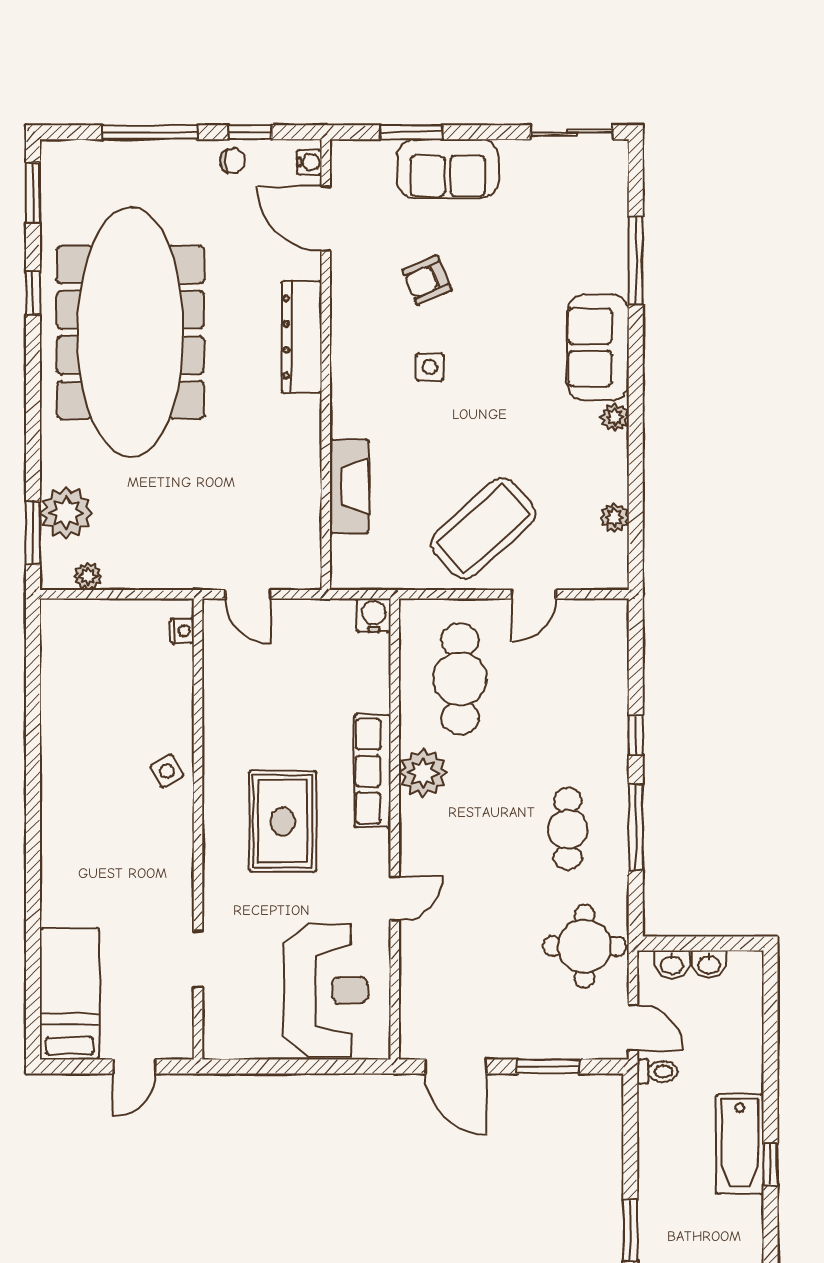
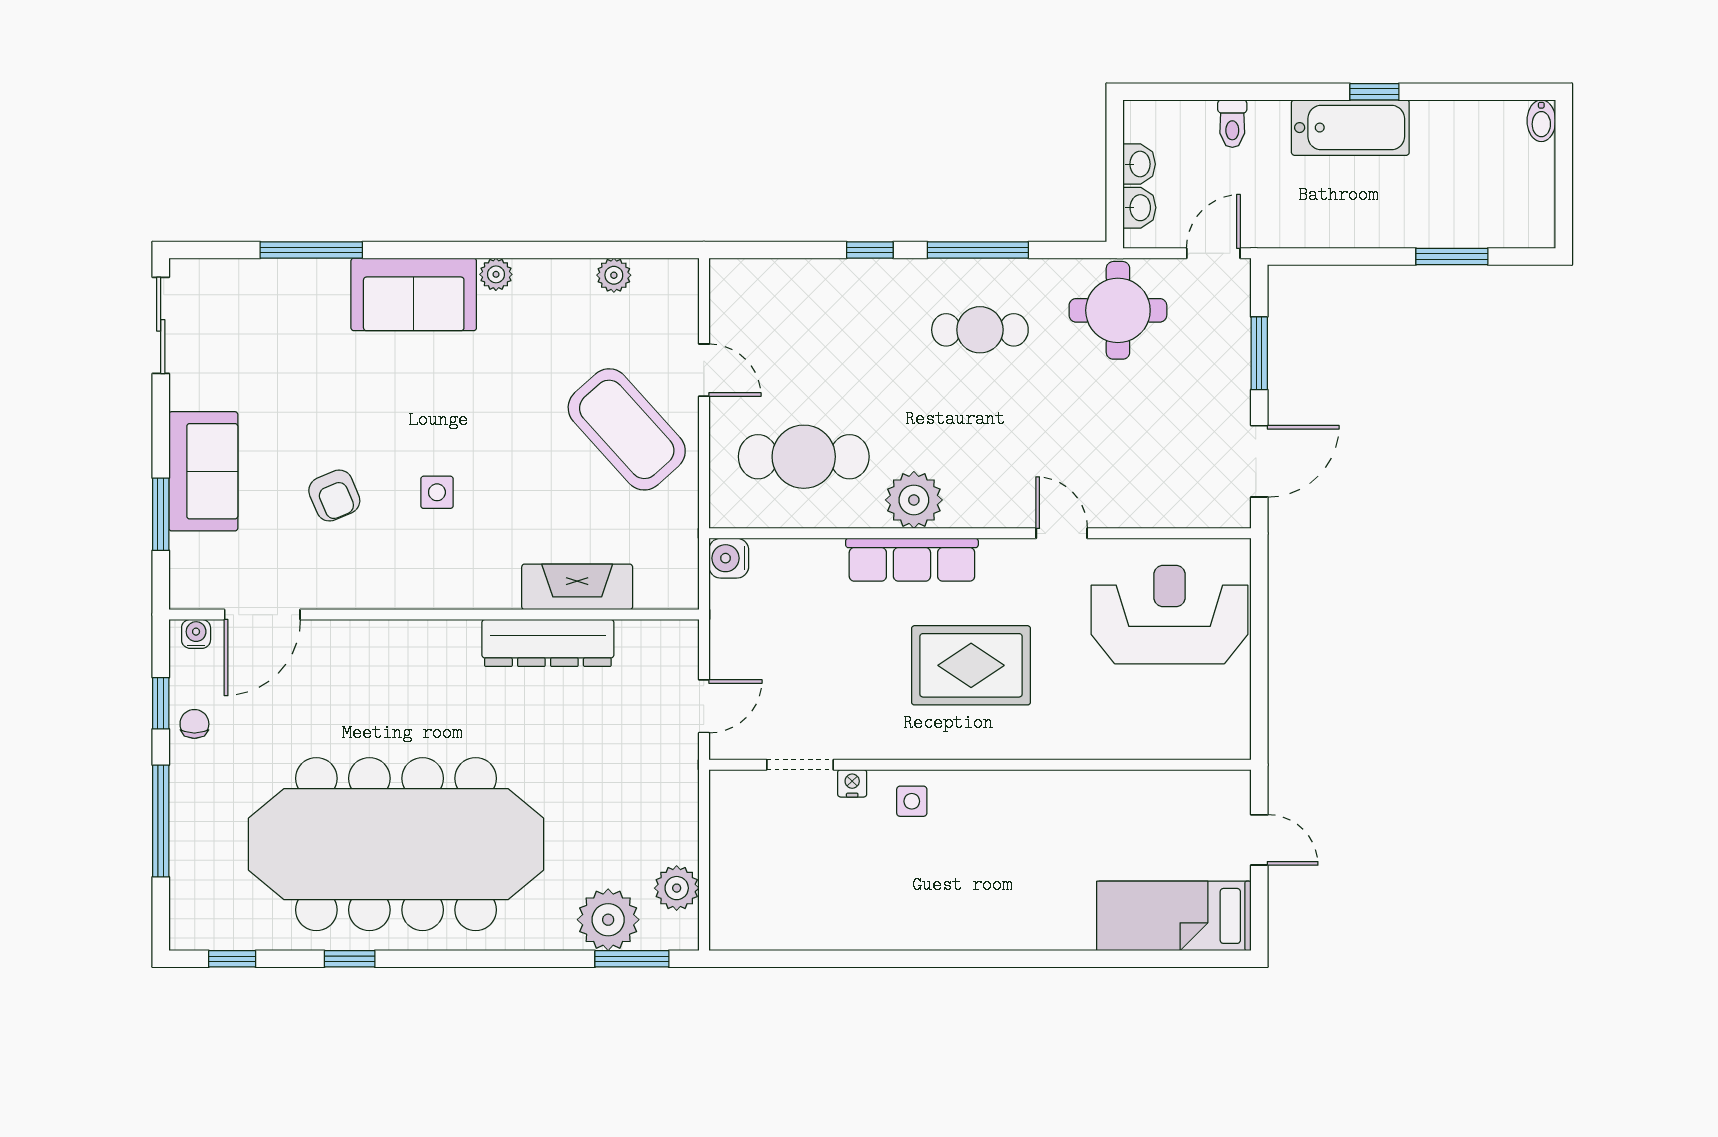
window: (33, 193) -> (232, 959), width x0.67
dresser: (302, 337) -> (548, 643), moved
plant: (88, 576) -> (677, 888), width x1.38, depth x1.38
nightstand: (182, 631) -> (852, 783), moved
side table: (167, 771) -> (912, 801), turned 30
doorway: (198, 959) -> (800, 765), moved
toilet: (657, 1072) -> (1232, 124), moved, turned 180

